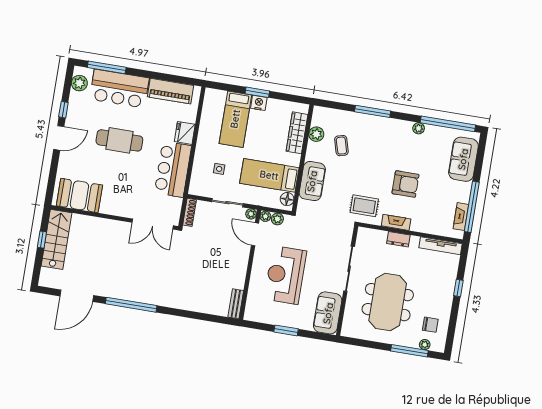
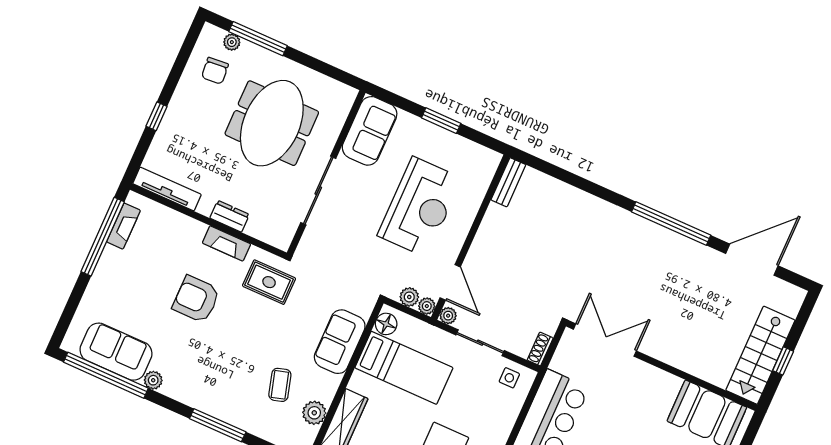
sofa: (463, 159) -> (116, 352), moved, turned -90
side table: (219, 169) -> (509, 378), moved
shoe rack: (190, 212) -> (540, 349), width x0.70
chair: (430, 325) -> (215, 71), turned -95

